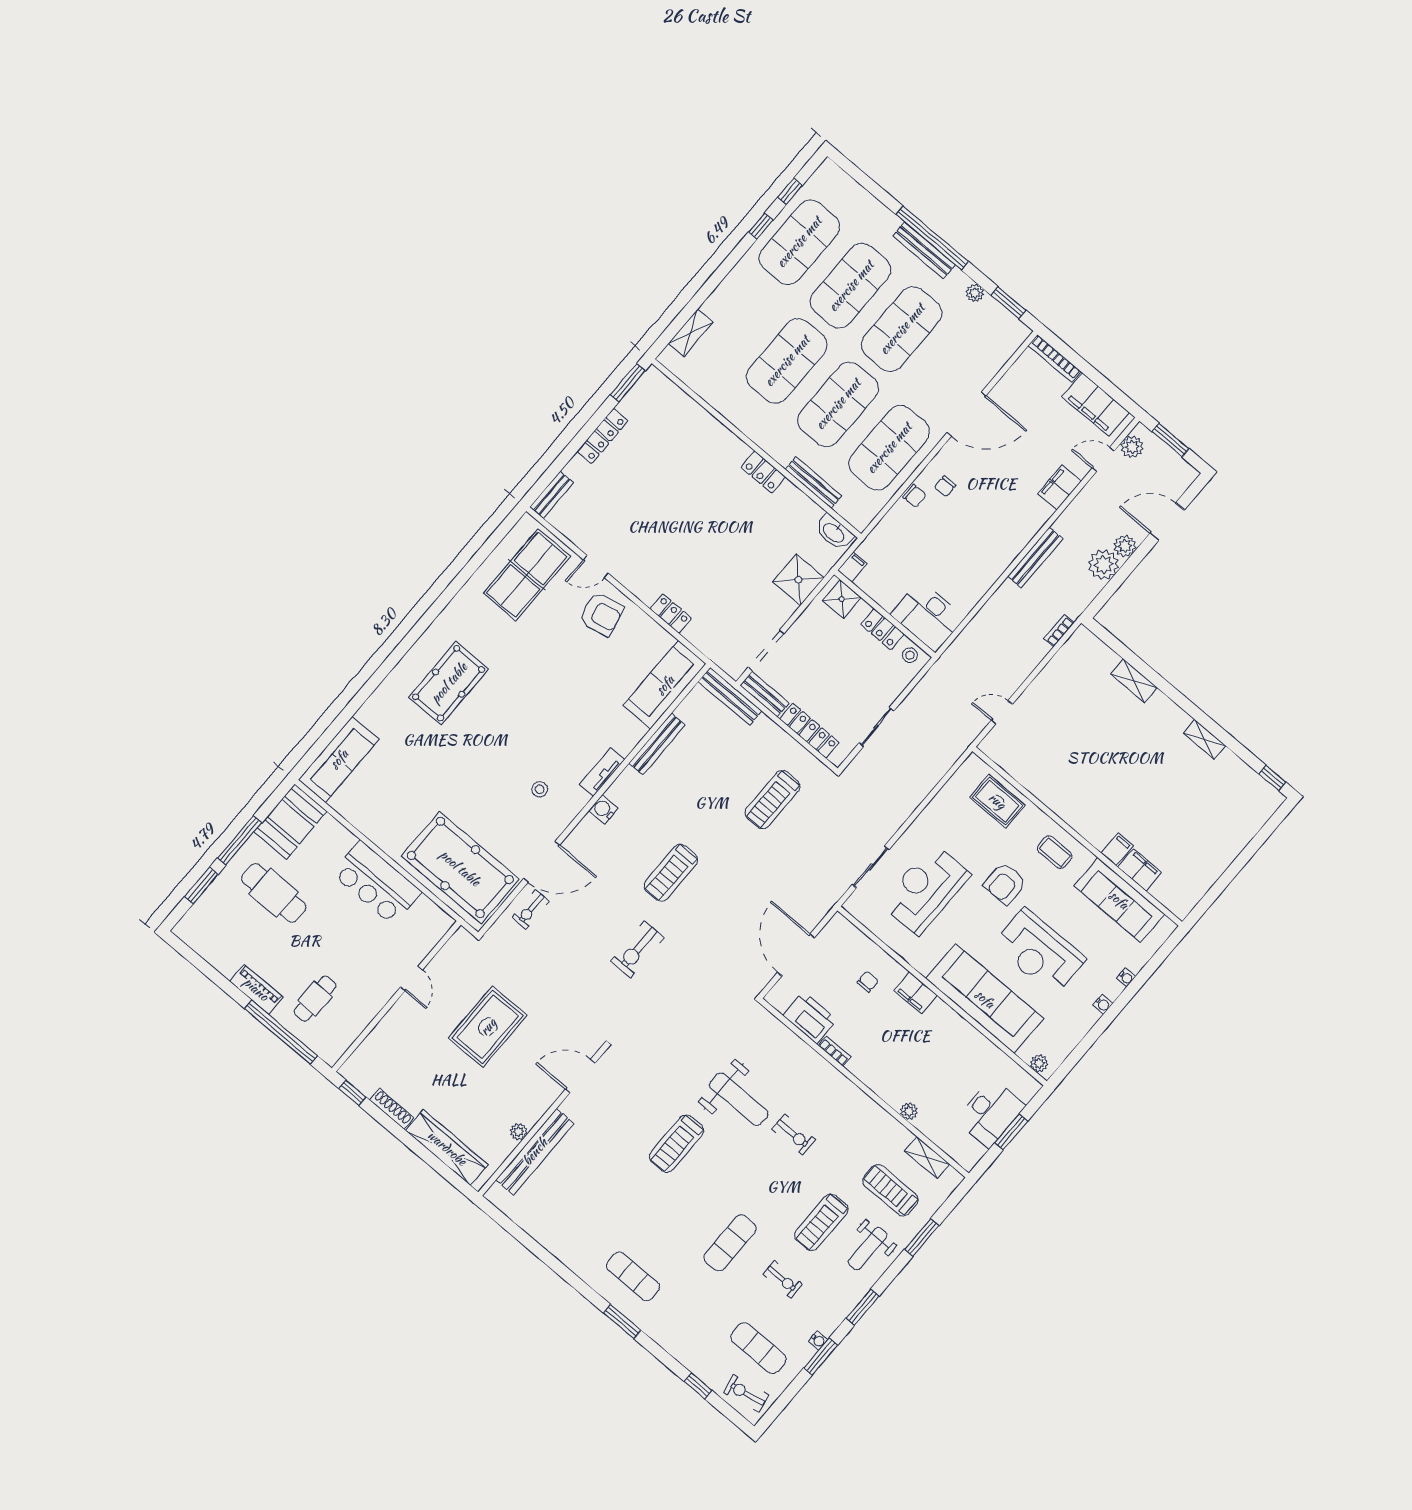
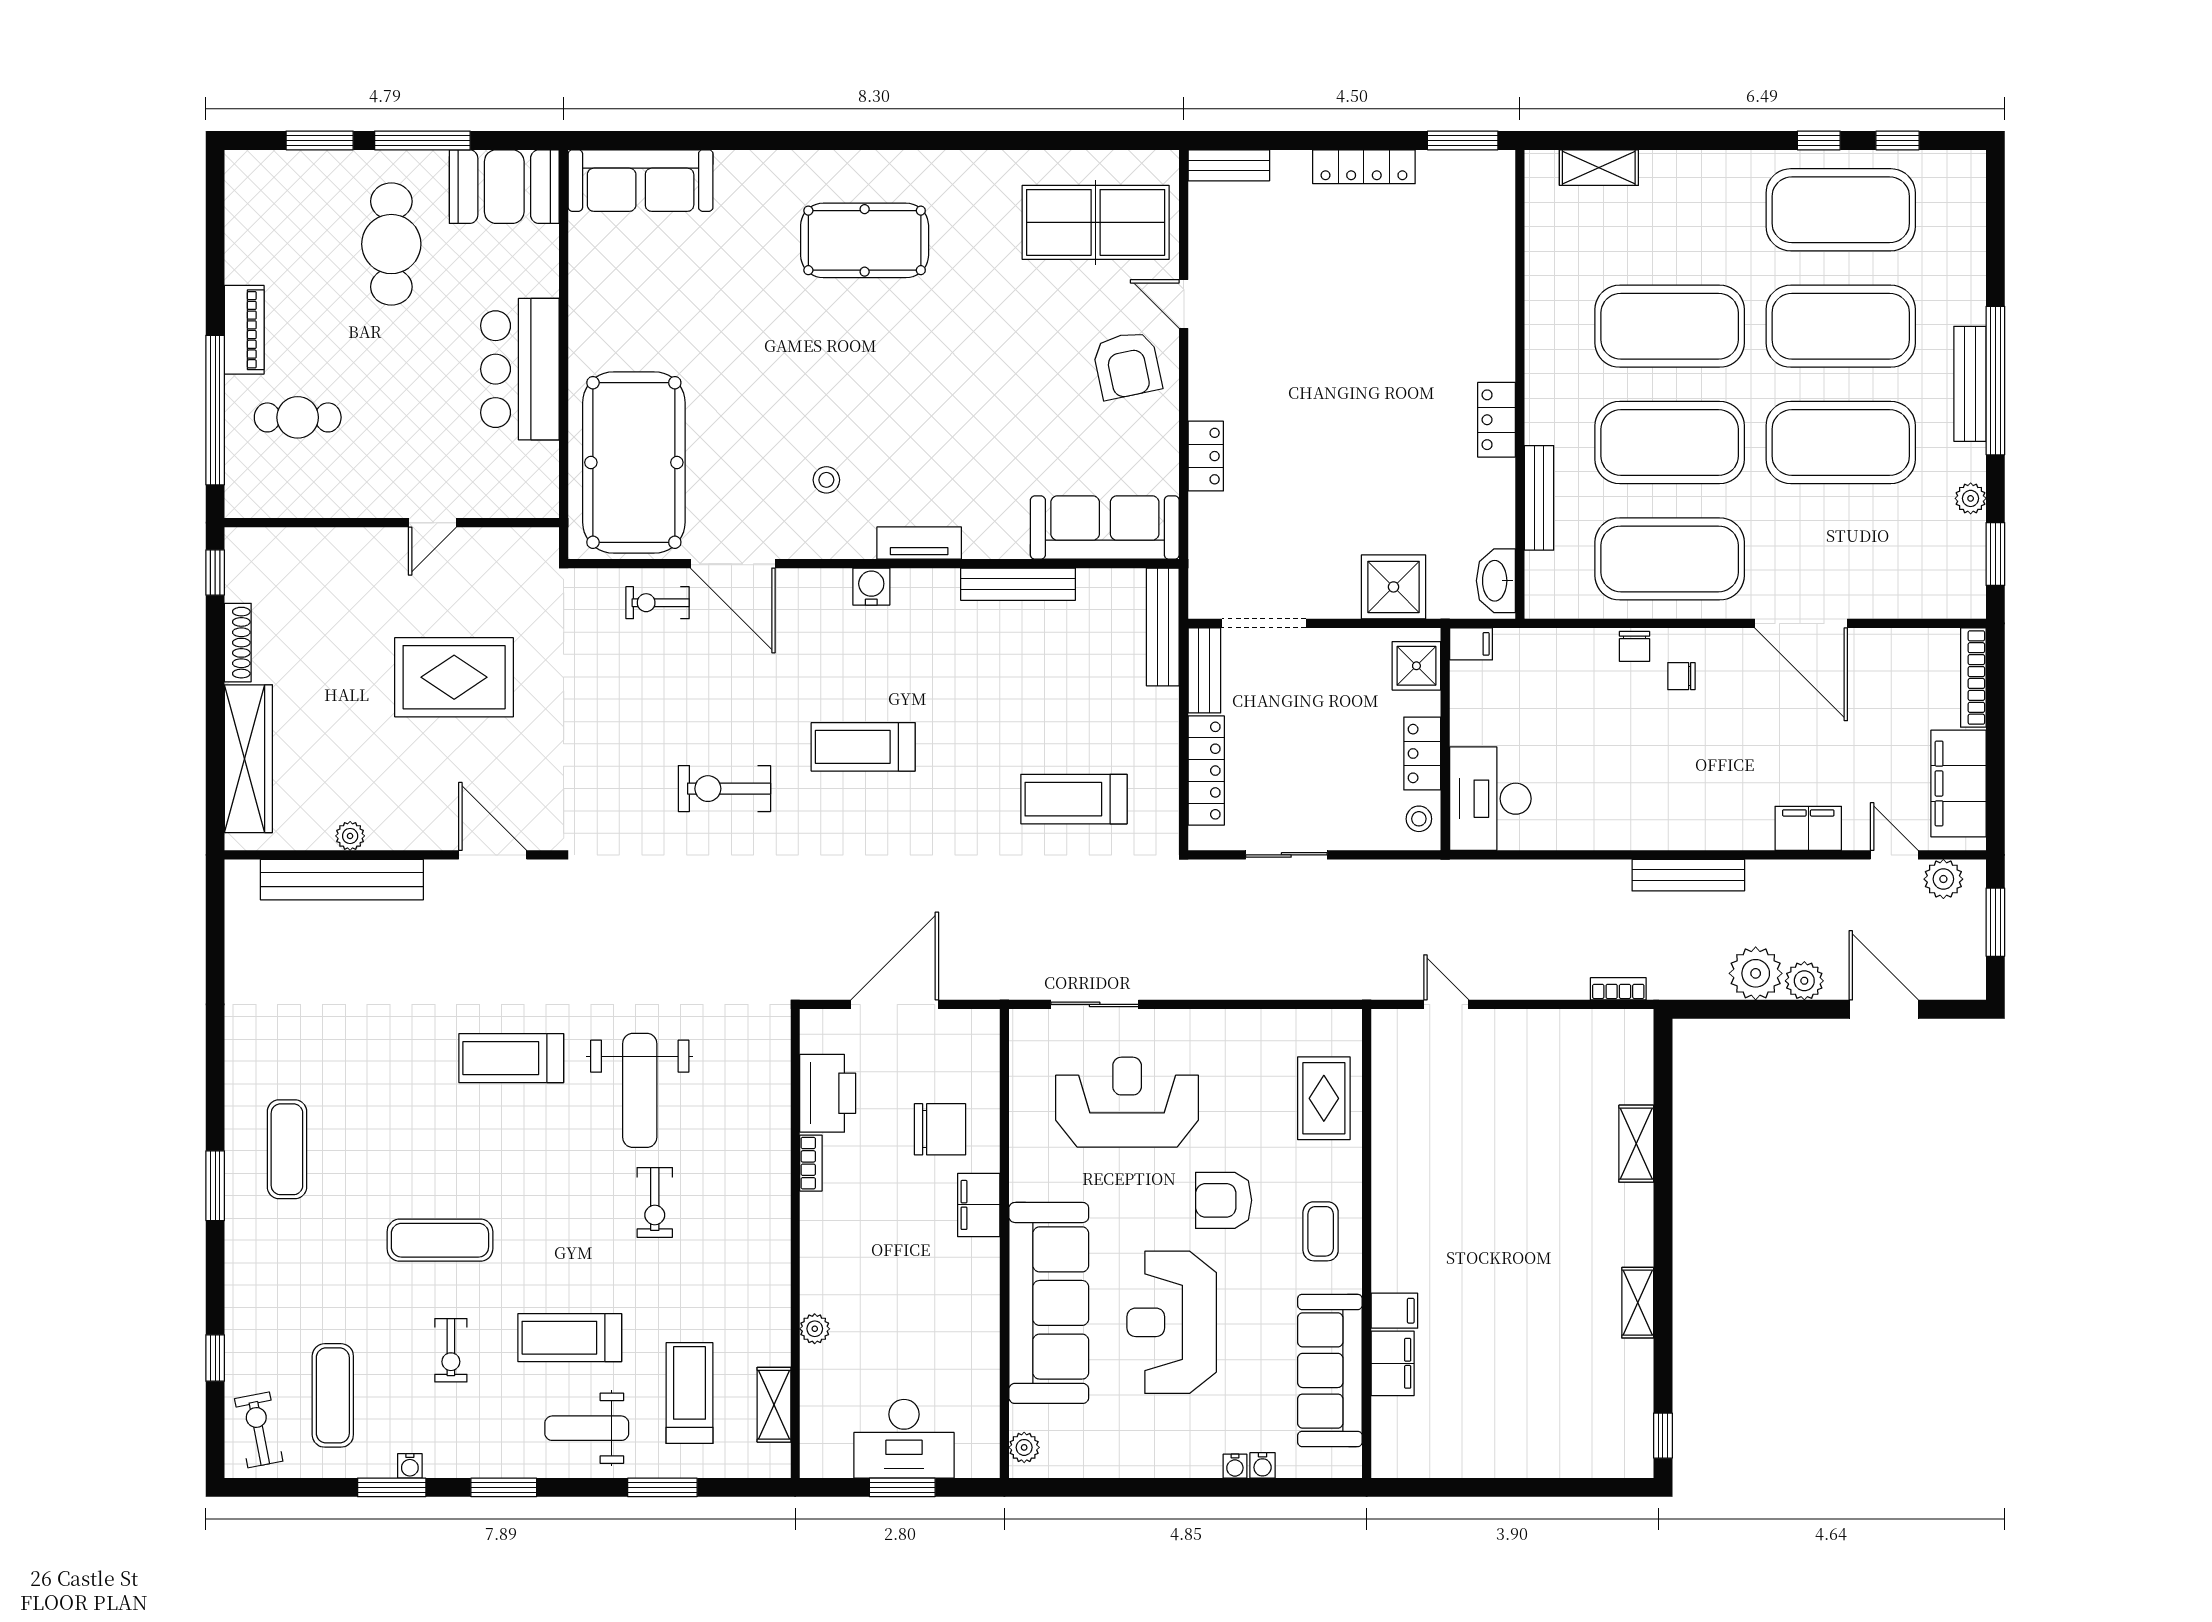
chair: (868, 982) -> (940, 1129), width x1.87, depth x1.87
water cooler: (1103, 1004) -> (1263, 1465), moved

